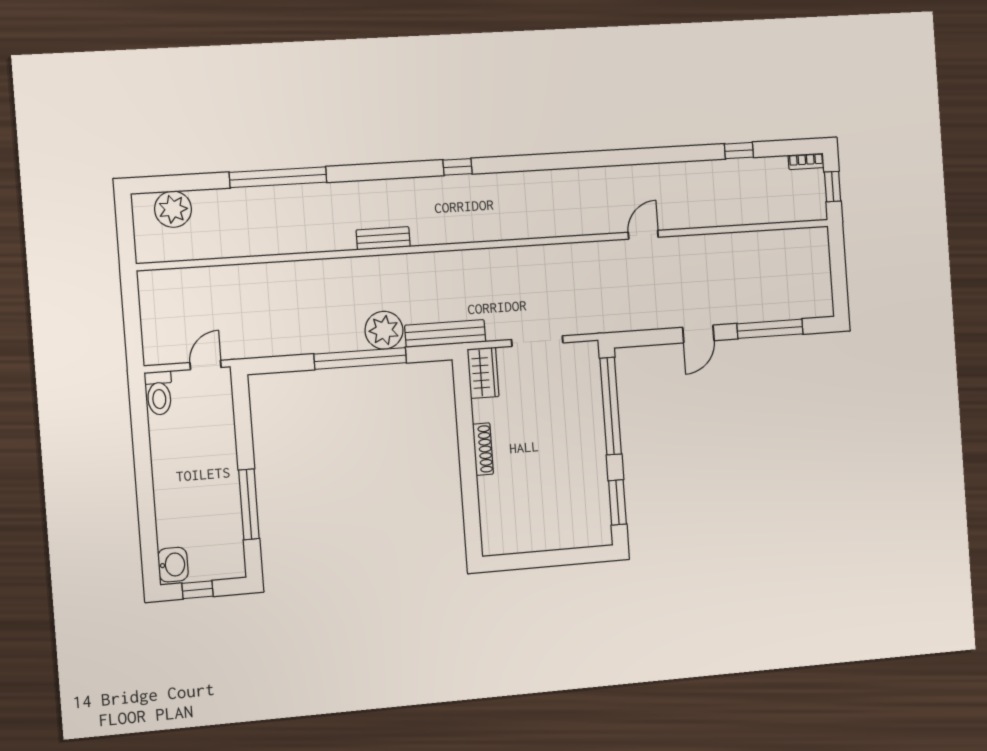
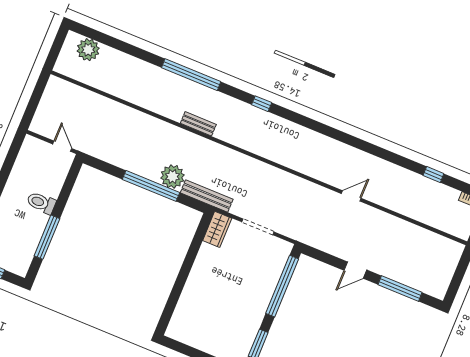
window: (278, 177) -> (191, 75), moved
door: (205, 365) -> (62, 146), hinge flipped
toilet: (159, 393) -> (41, 203), moved, turned 90
shoe rack: (483, 449) -> (195, 273), removed

